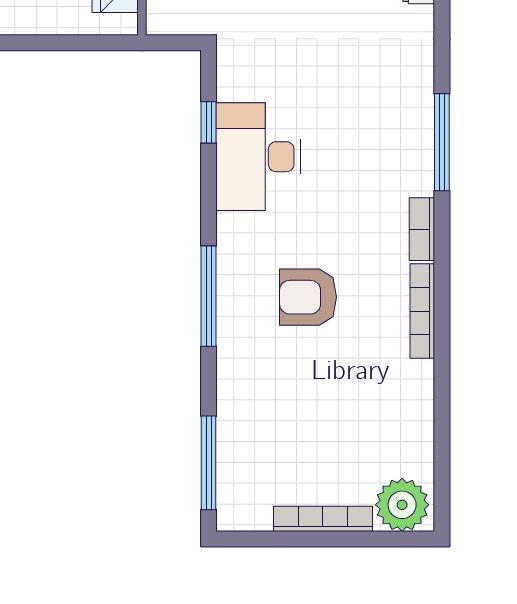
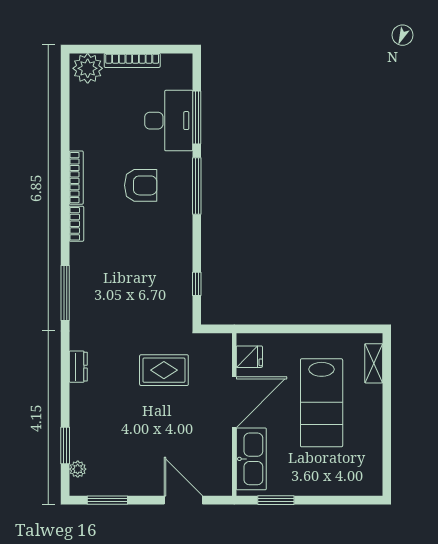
window: (442, 142) -> (65, 293), moved
desk: (258, 157) -> (169, 121), moved
window: (209, 463) -> (197, 117), moved

